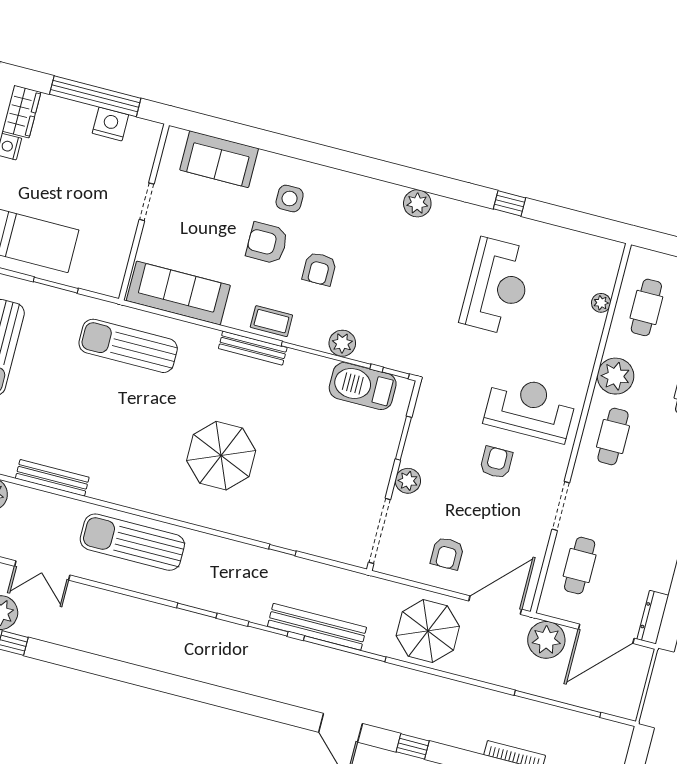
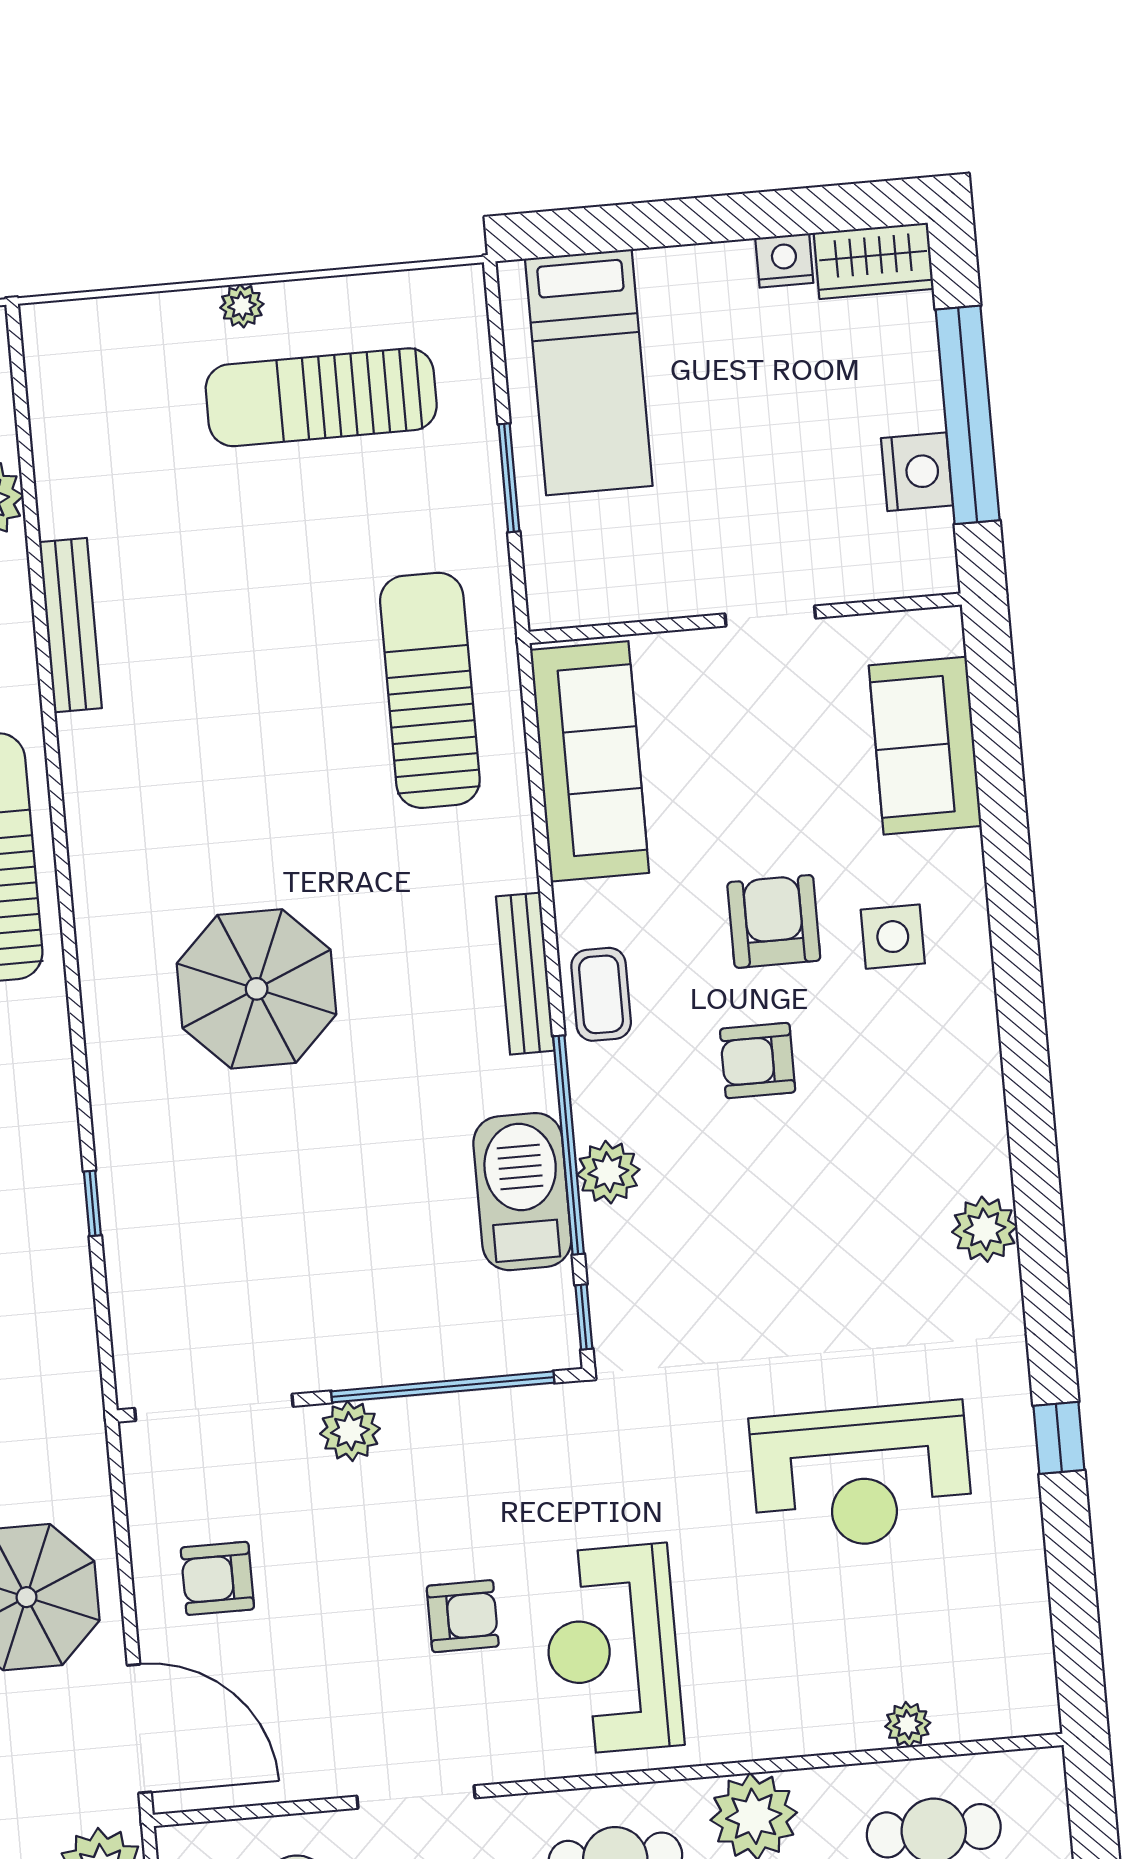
barbecue: (363, 386) -> (522, 1192), moved
reception desk: (530, 408) -> (612, 1649), turned 180
window: (403, 438) -> (443, 1387), width x2.11

